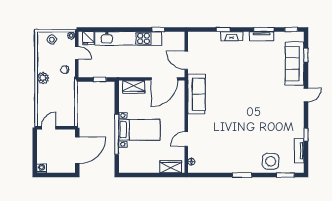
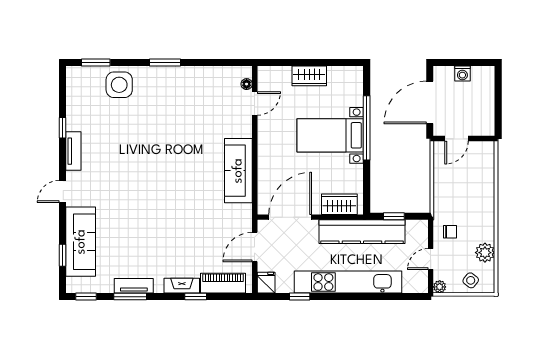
fridge: (88, 38) -> (266, 283), moved
piano: (206, 38) -> (223, 283), added
door: (77, 53) -> (431, 259), hinge flipped
door: (186, 60) -> (255, 247), swing flipped
kitchen counter: (120, 70) -> (362, 232), added
plant: (43, 78) -> (485, 253), moved
sofa: (196, 94) -> (238, 171), moved
door: (49, 128) -> (457, 139), moved
door: (186, 139) -> (255, 103), moved
tv unit: (299, 151) -> (73, 151), moved
wardrobe: (171, 167) -> (309, 76), moved
washing machine: (42, 168) -> (462, 74), moved

